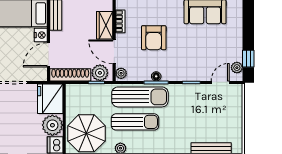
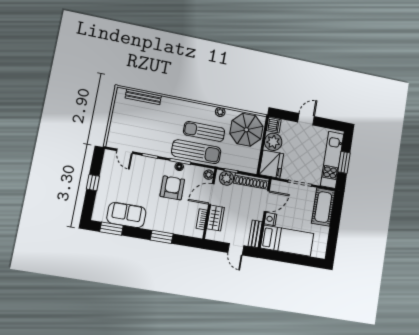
armchair: (154, 38) -> (172, 188), moved
door: (114, 52) -> (211, 194), swing flipped
window: (248, 59) -> (93, 183), moved
plant: (237, 68) -> (107, 161), removed
door: (220, 82) -> (125, 151), hinge flipped
sun lounger: (140, 97) -> (196, 152), turned 180

